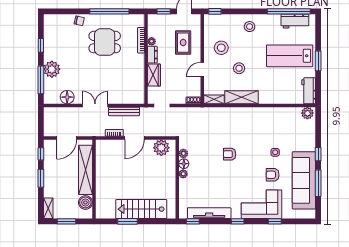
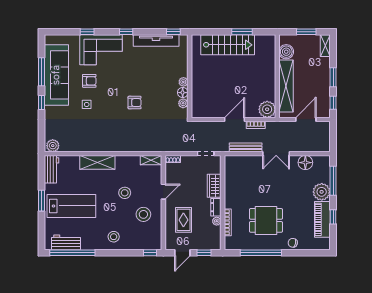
piano: (51, 43) -> (322, 219), added
shelving: (242, 97) -> (97, 162), moved
plant: (161, 148) -> (267, 109), moved

